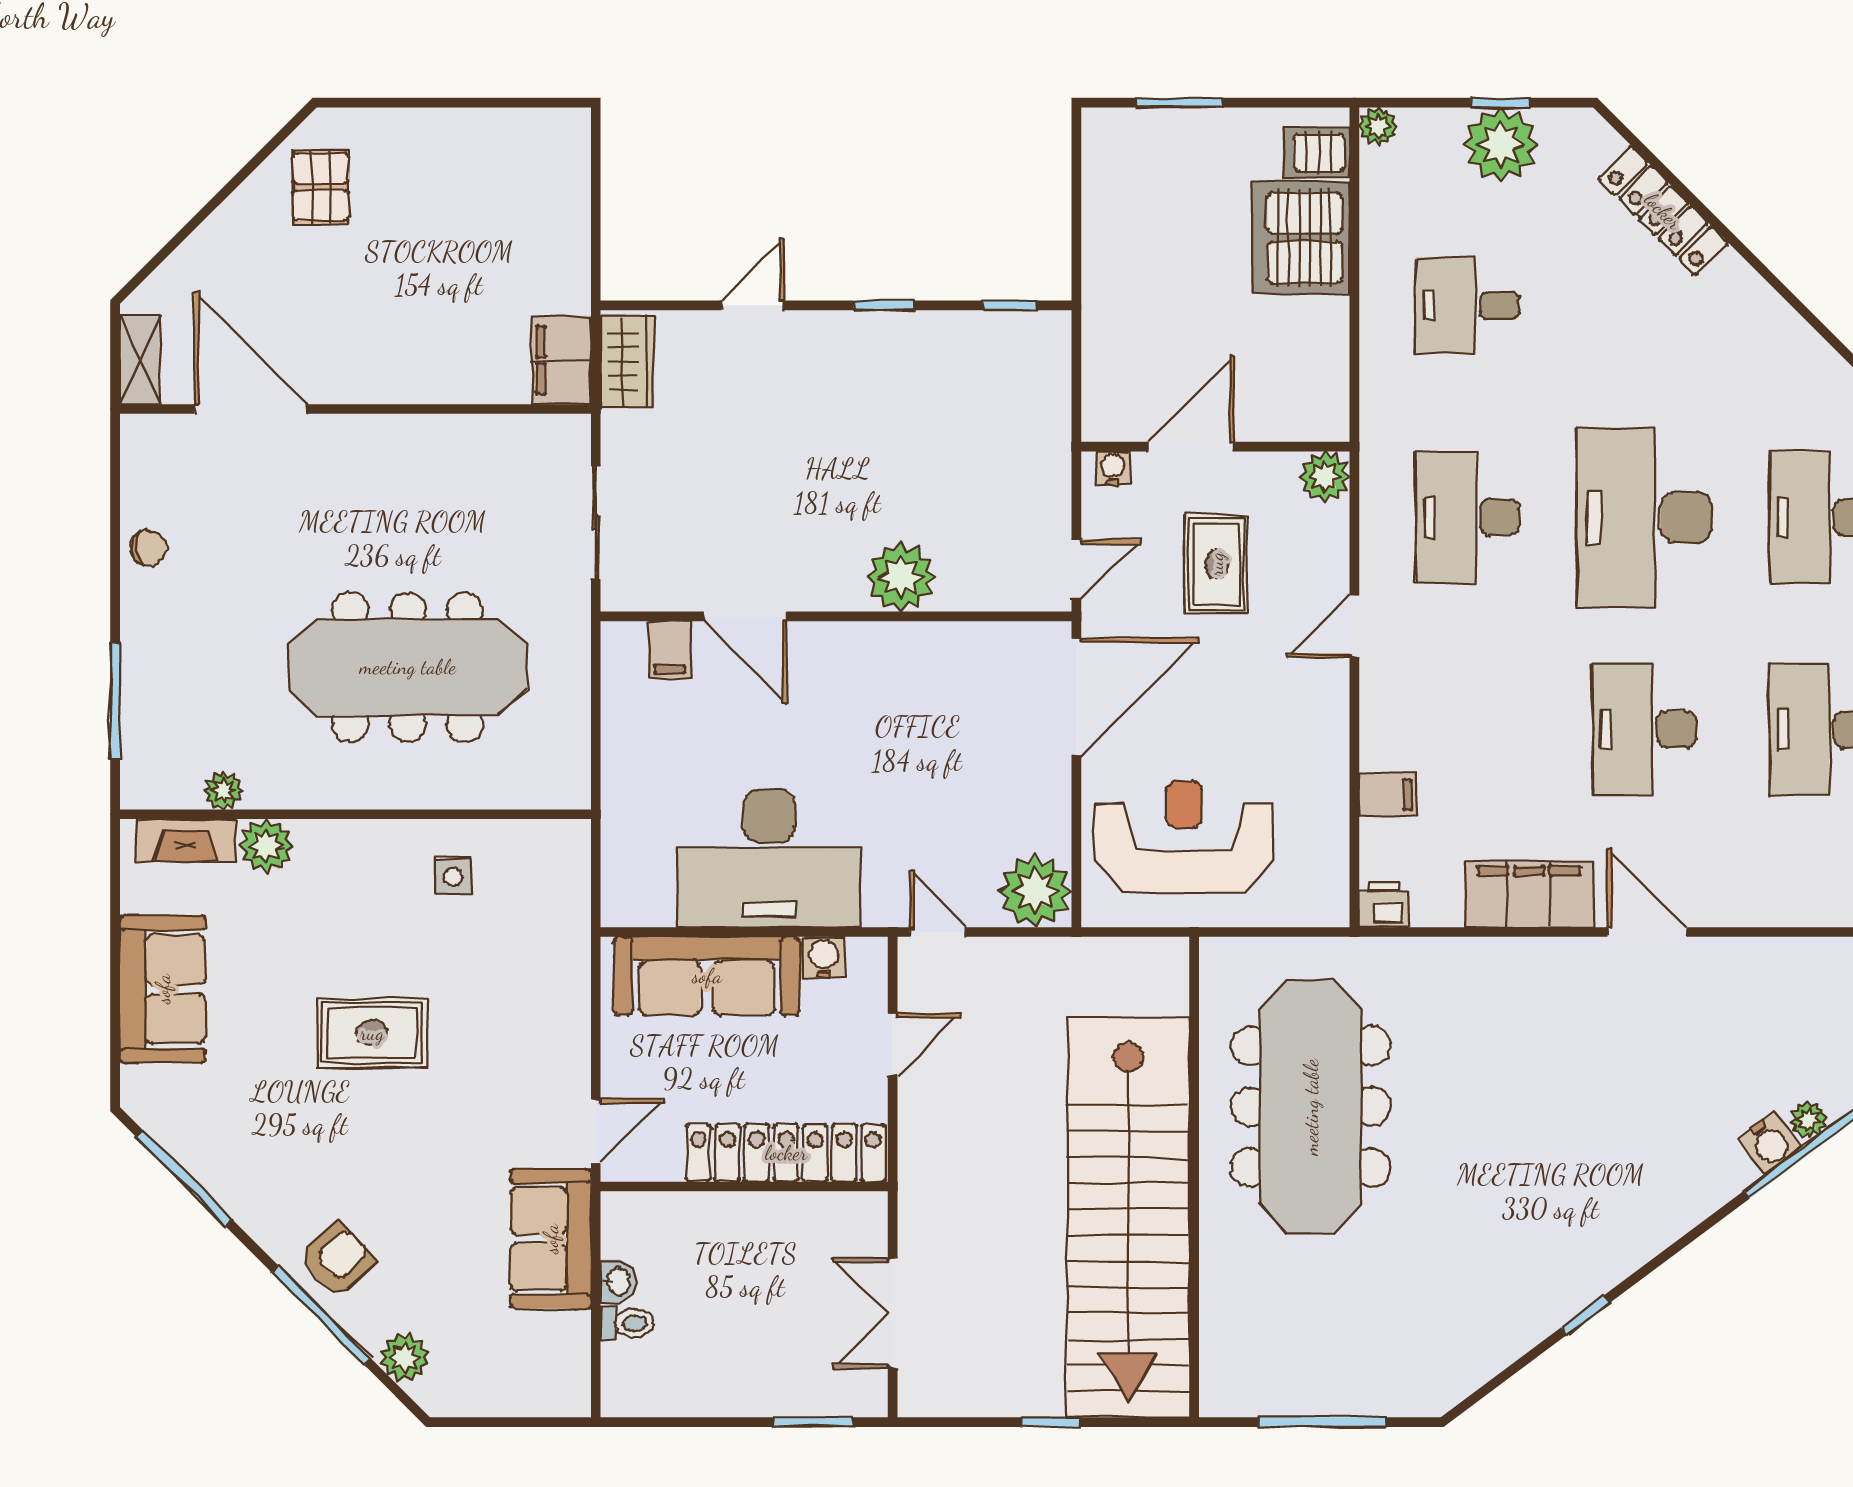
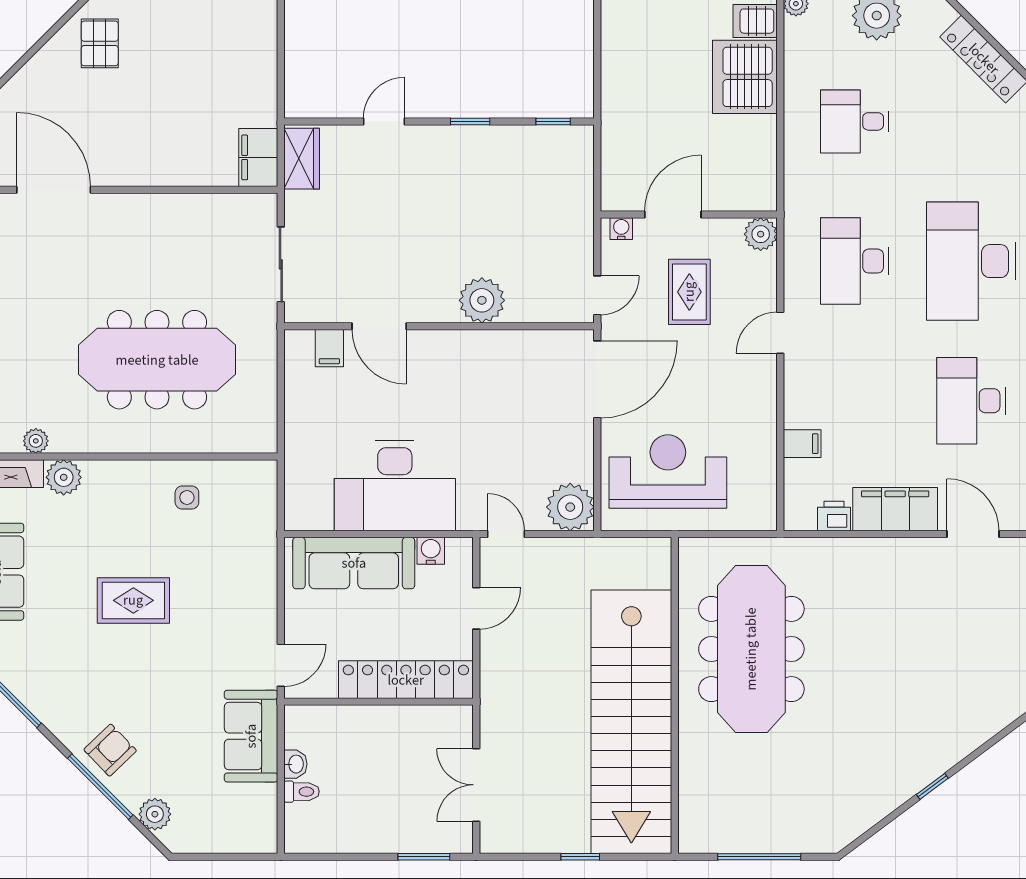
printer: (1384, 905) -> (834, 516), moved

